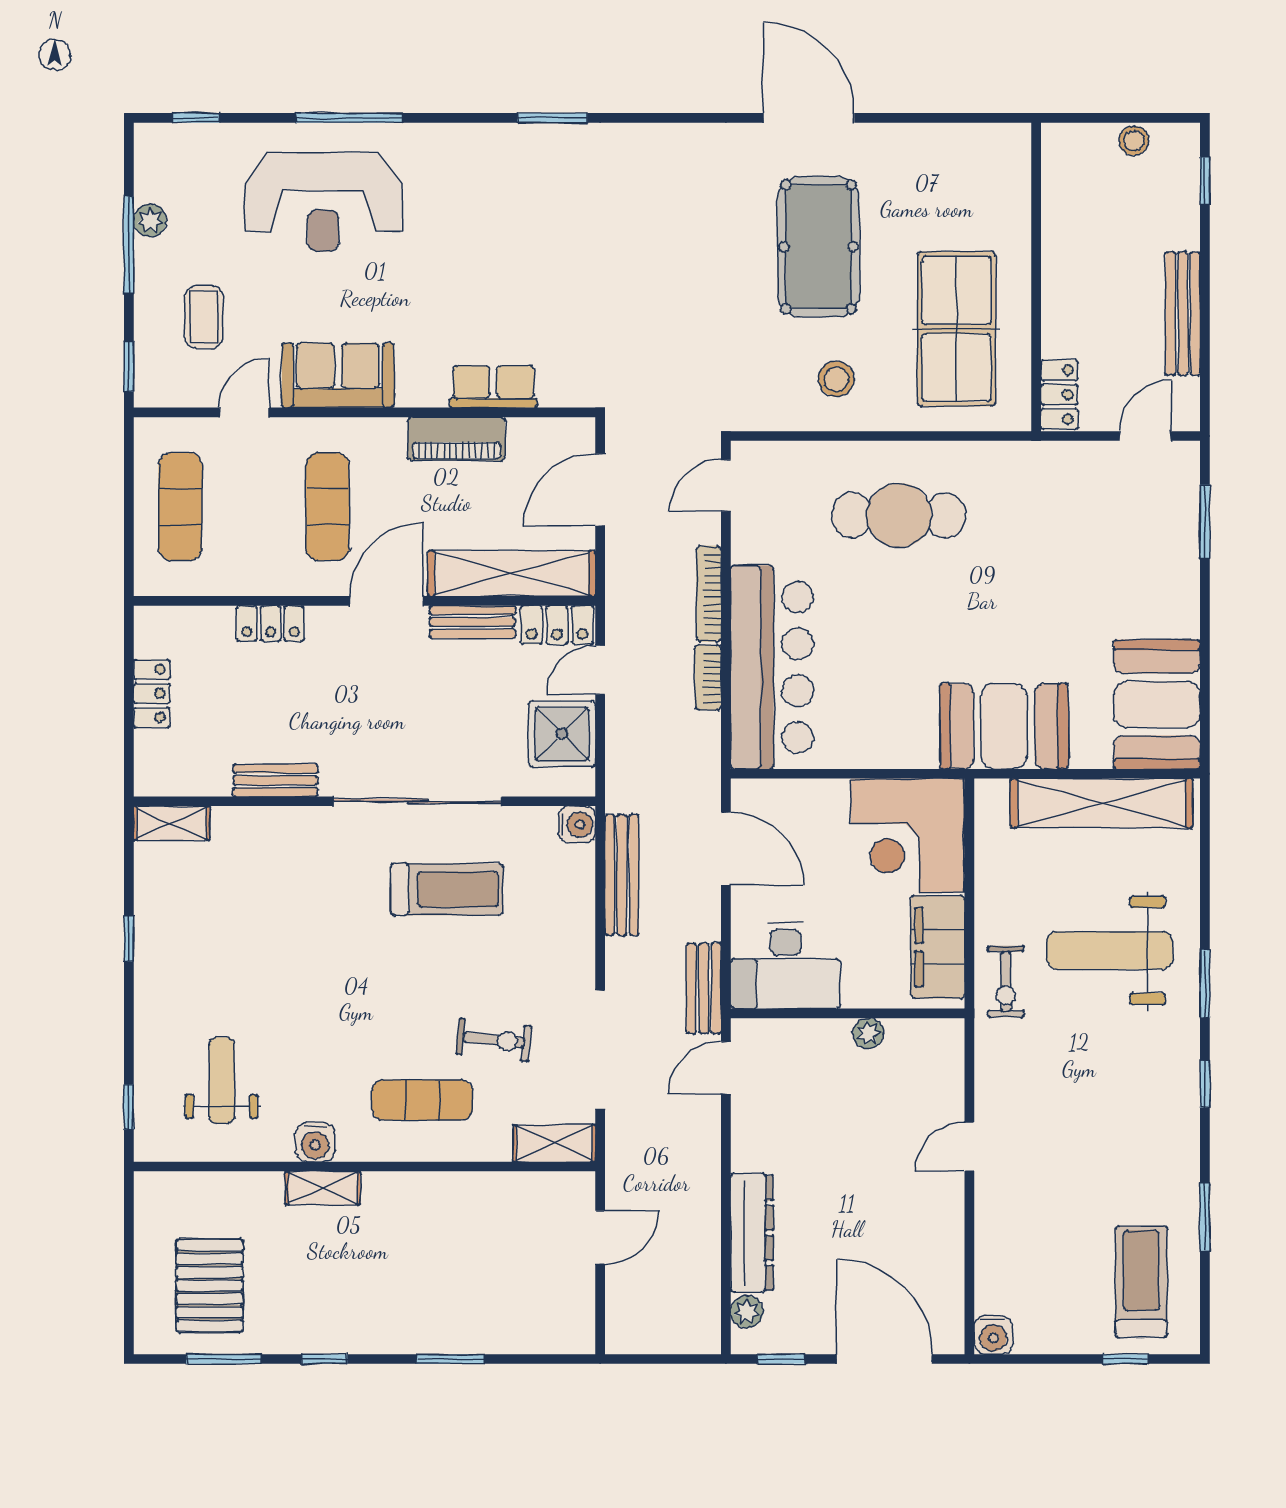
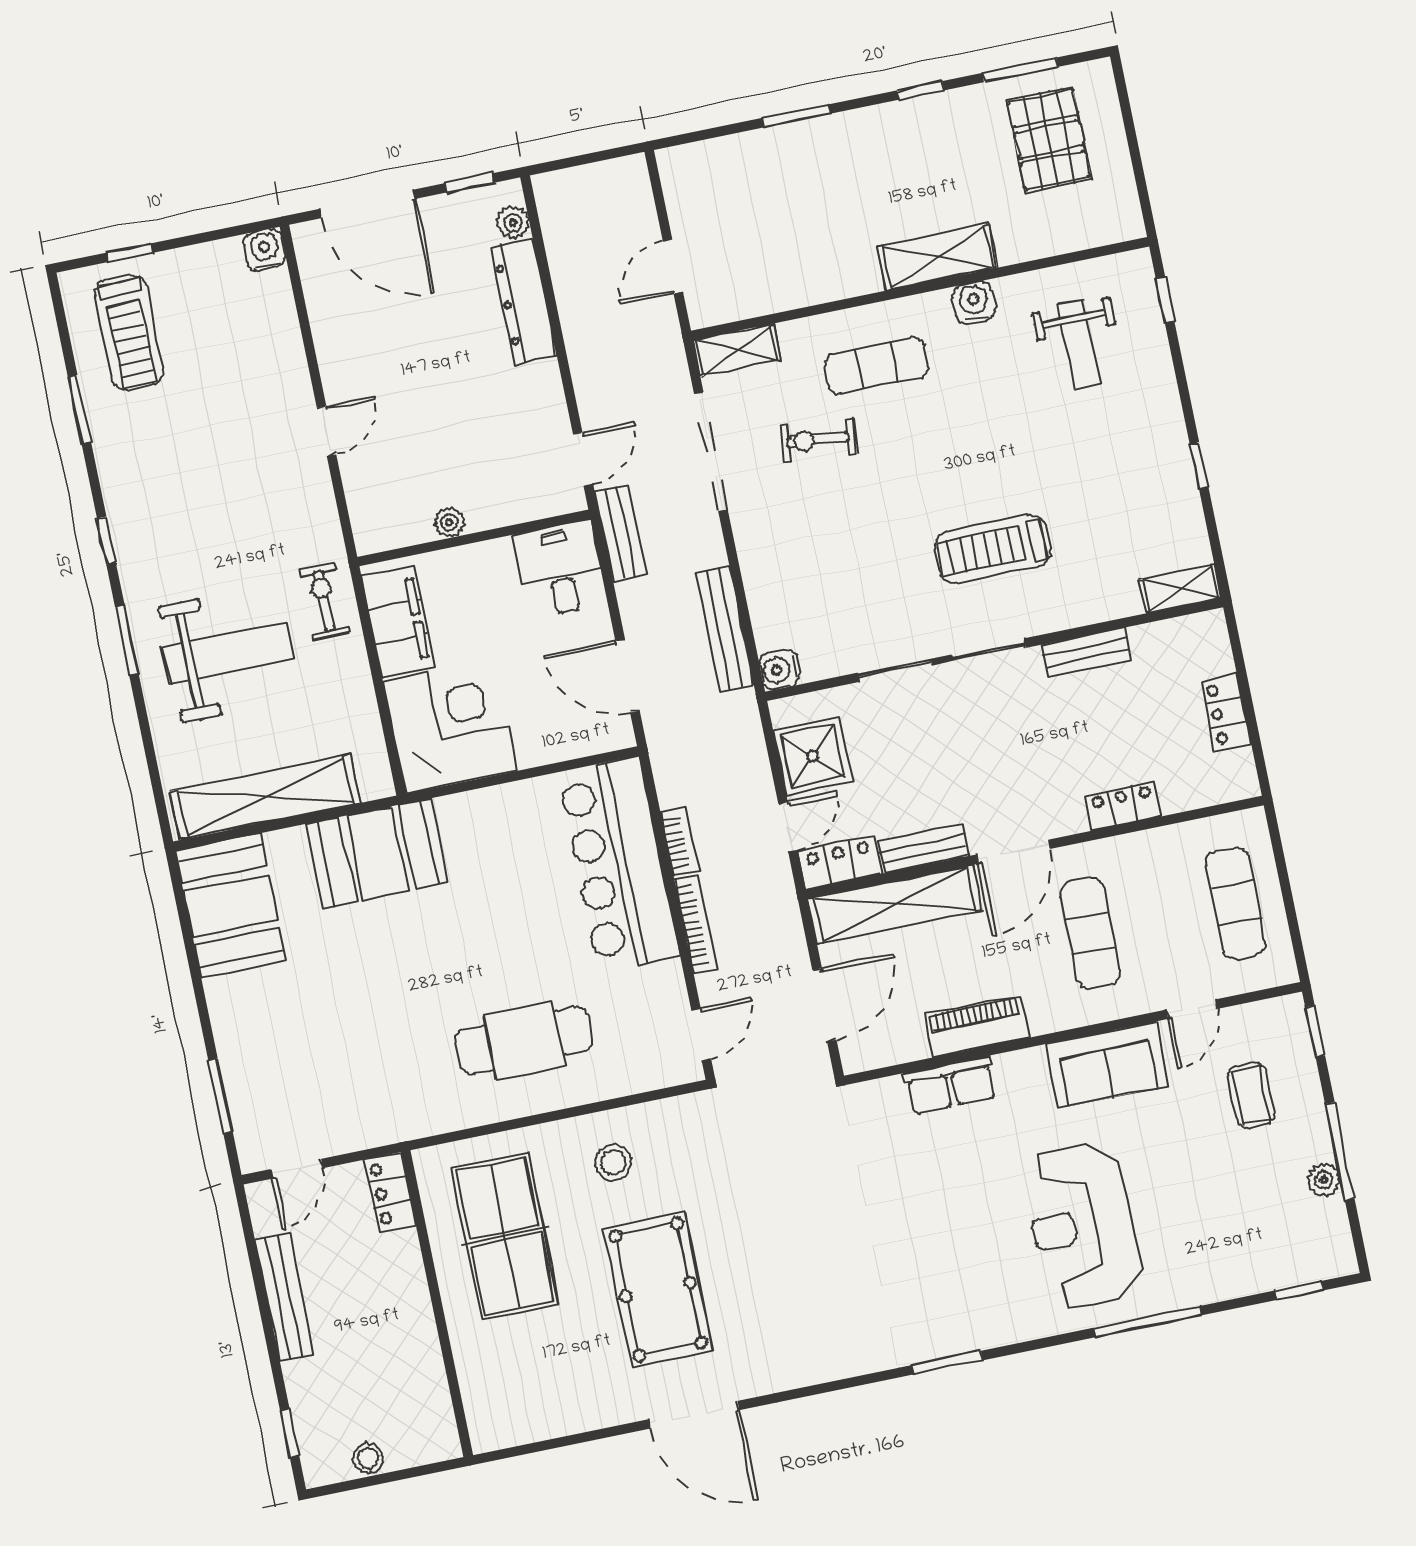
reception desk: (323, 202) -> (1083, 1226), moved, turned -90
treadmill: (447, 889) -> (993, 549), moved
desk: (785, 966) -> (560, 569), width x0.73
shelving: (323, 1188) -> (937, 257), width x1.50, depth x1.33

